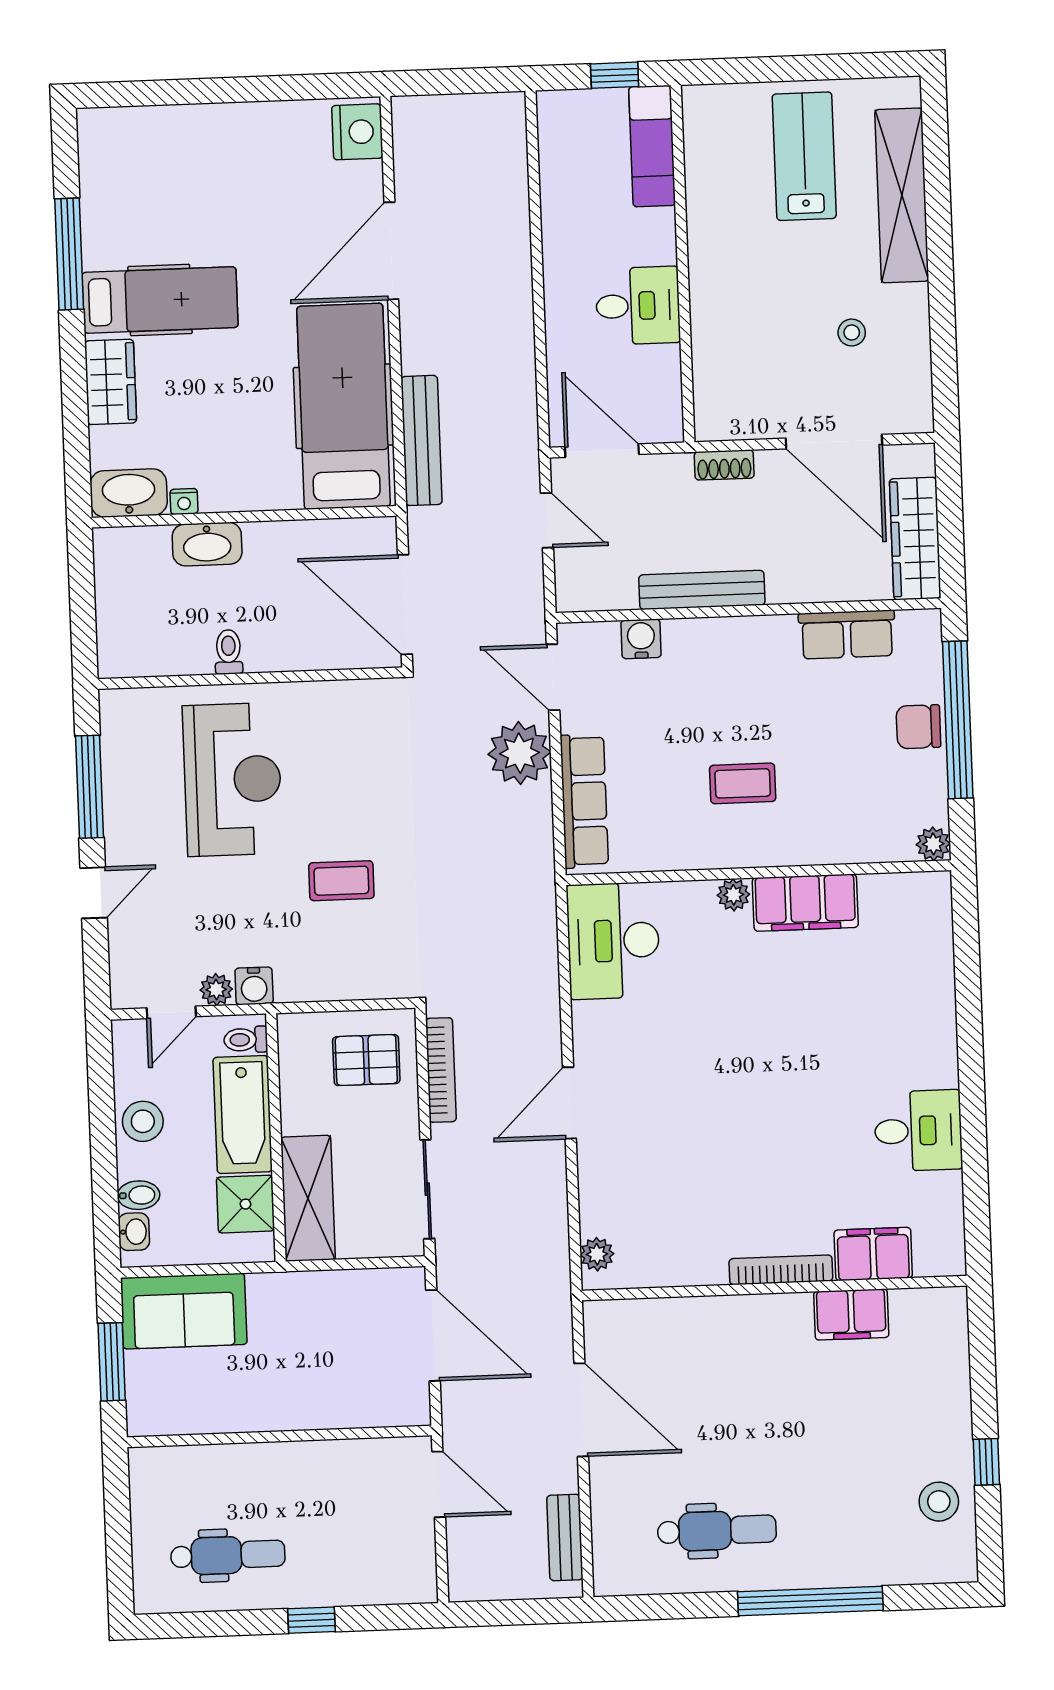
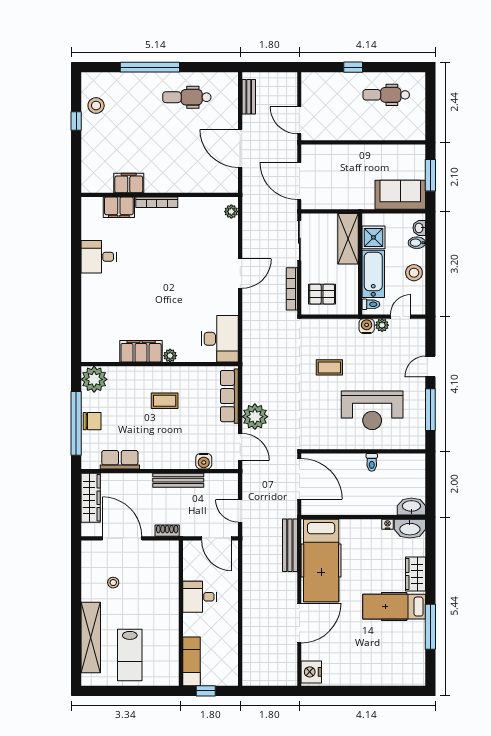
washbasin: (207, 544) -> (411, 506), moved
reception desk: (232, 779) -> (372, 410), turned -90
plant: (933, 844) -> (94, 379), width x1.87, depth x1.87

